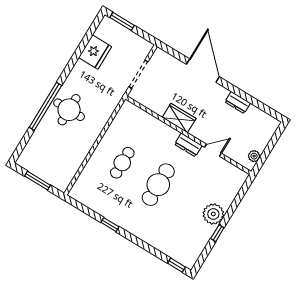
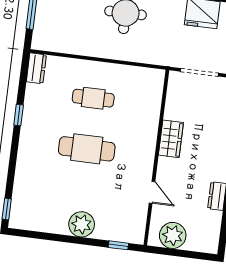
dresser: (188, 145) -> (36, 68), moved, turned 180
plant: (254, 156) -> (173, 235), width x1.88, depth x1.88
window: (217, 233) -> (118, 245), moved

